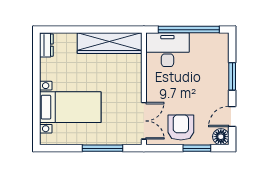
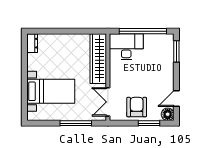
wardrobe: (110, 43) -> (98, 59), moved, turned 90
window: (232, 76) -> (176, 51), moved
double door: (144, 121) -> (108, 102), swing flipped

